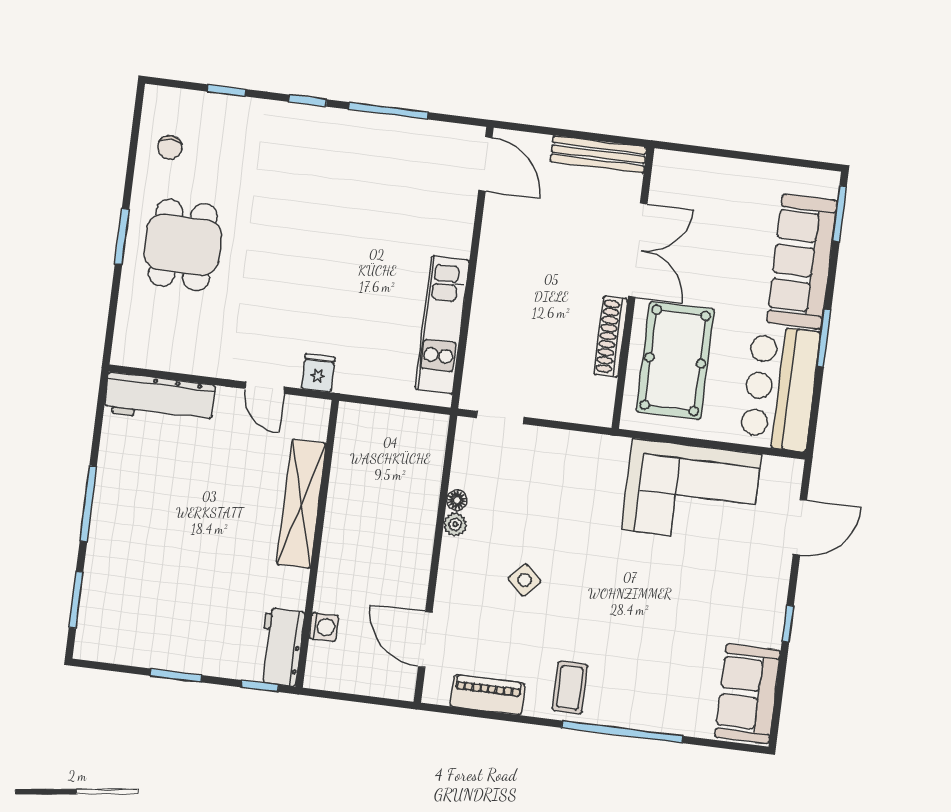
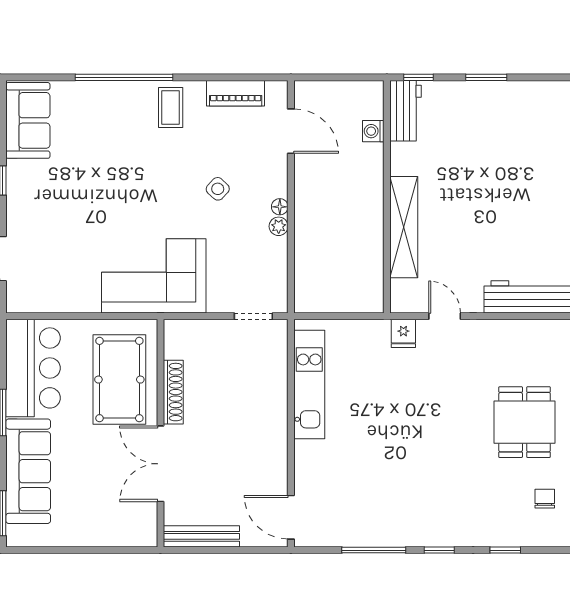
corner sofa: (691, 492) -> (154, 276), moved
floor lamp: (457, 500) -> (280, 207), moved

